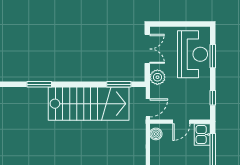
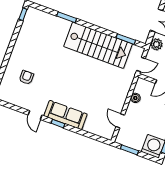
boiler: (156, 134) -> (135, 98), moved

